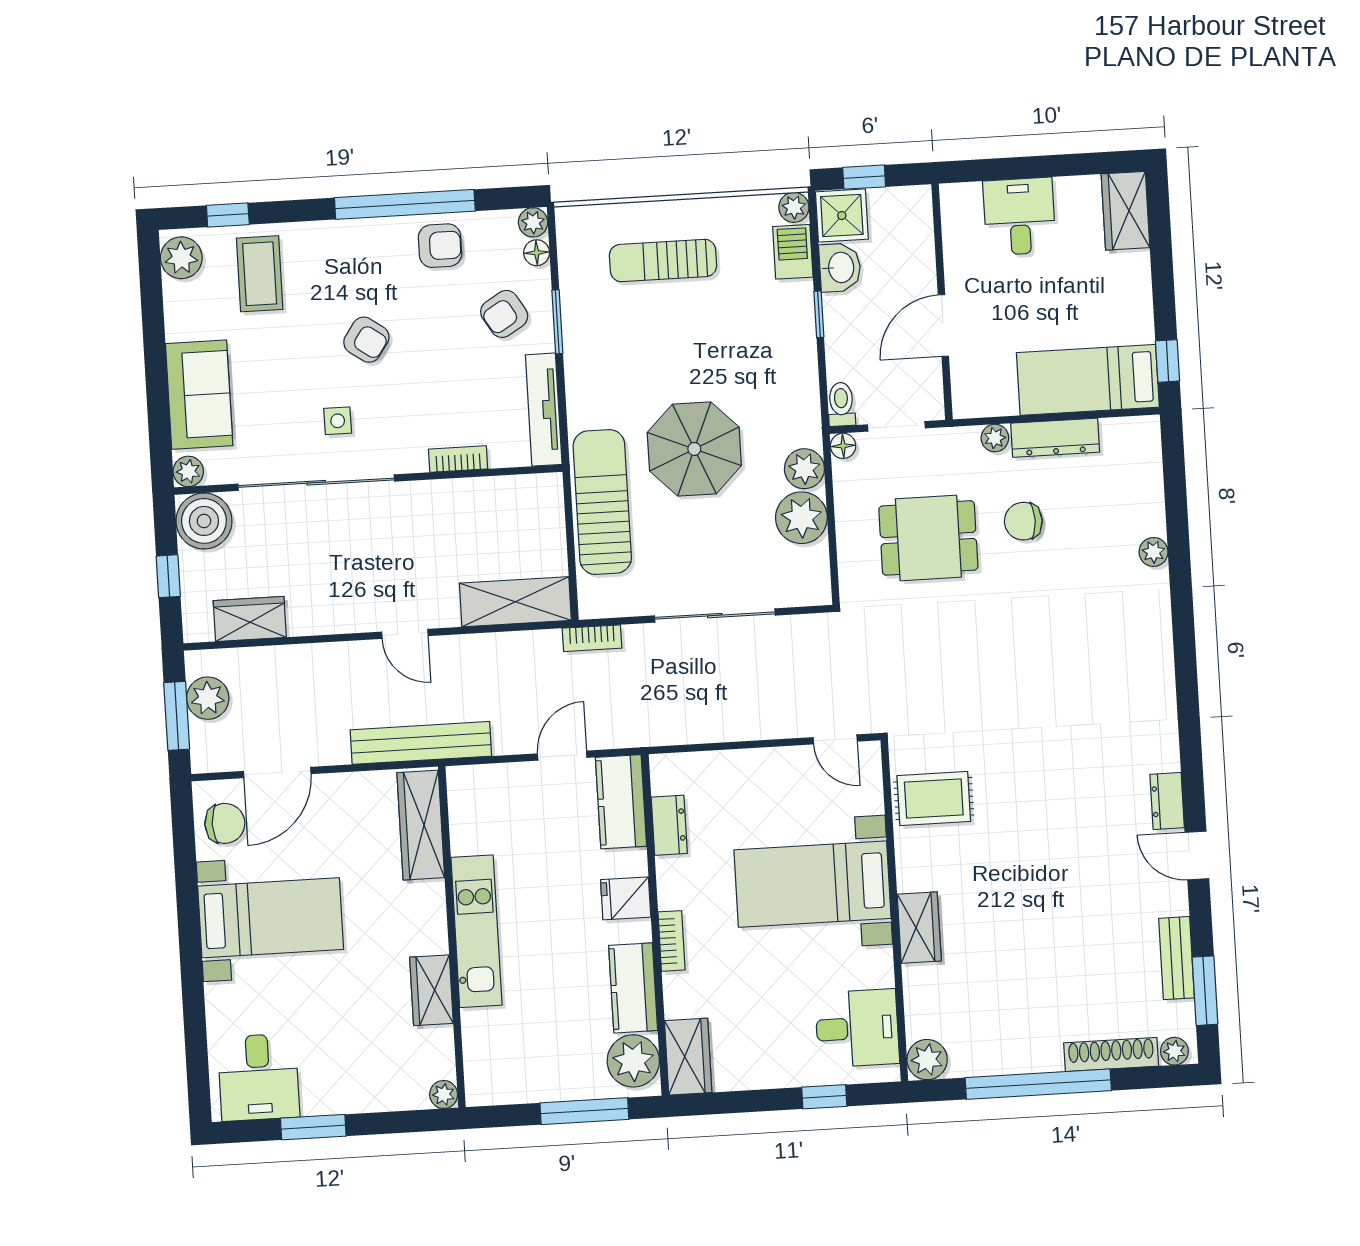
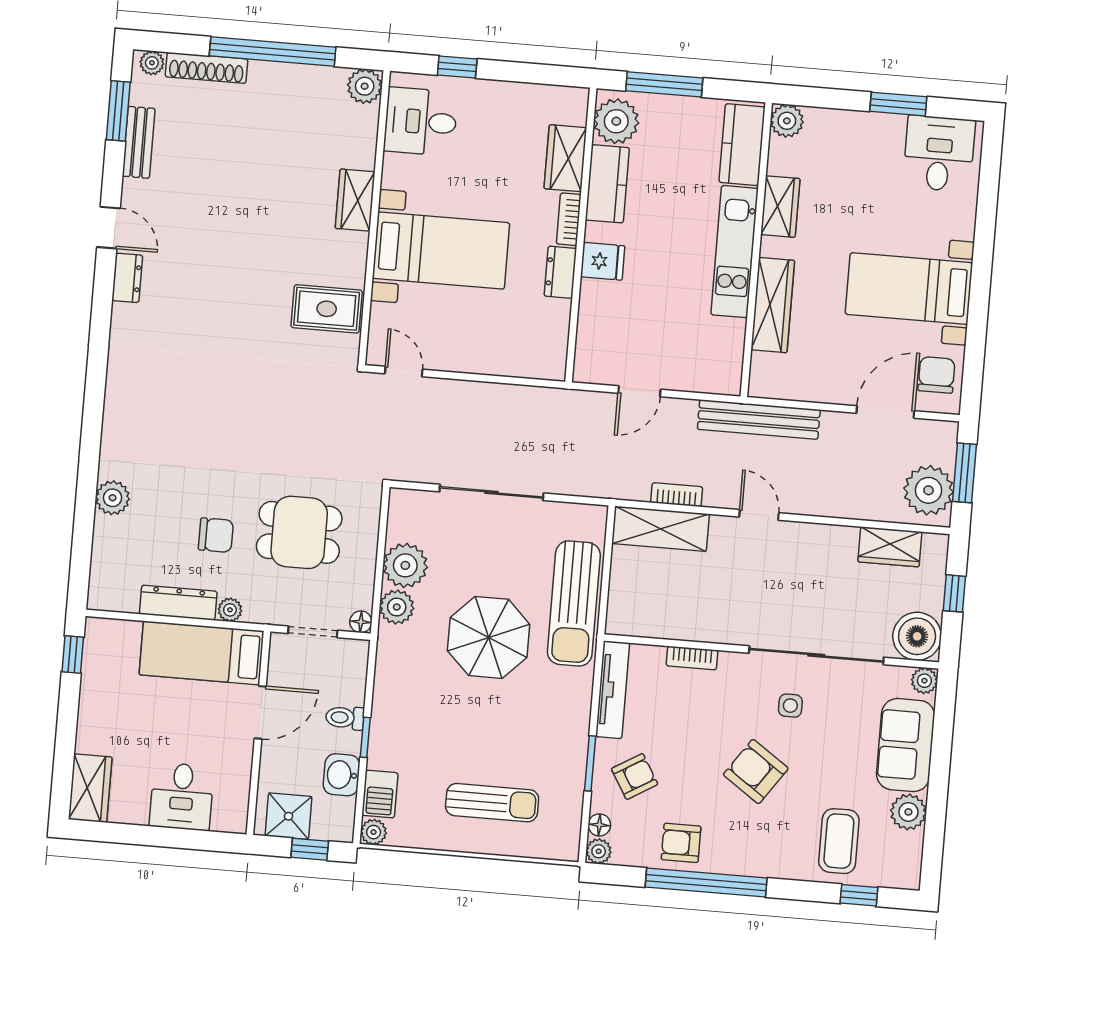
shower: (842, 216) -> (289, 816), moved
plant: (181, 258) -> (908, 812), moved
armchair: (366, 340) -> (756, 771), width x1.38, depth x1.38
bed: (1088, 380) -> (201, 653), moved, turned 180
toilet: (841, 404) -> (345, 718), moved, turned 90
plant: (1153, 552) -> (113, 498), width x1.38, depth x1.38
bookcase: (592, 638) -> (677, 495), moved
plant: (208, 698) -> (929, 490), width x1.36, depth x1.36
kitchen counter: (621, 802) -> (742, 145), moved, turned 180
chair: (225, 823) -> (936, 375), turned 90
wardrobe: (421, 825) -> (773, 305), moved
dresser: (669, 825) -> (560, 272), moved
wardrobe: (688, 1057) -> (565, 158), moved
plant: (444, 1094) -> (787, 121), width x1.38, depth x1.38

